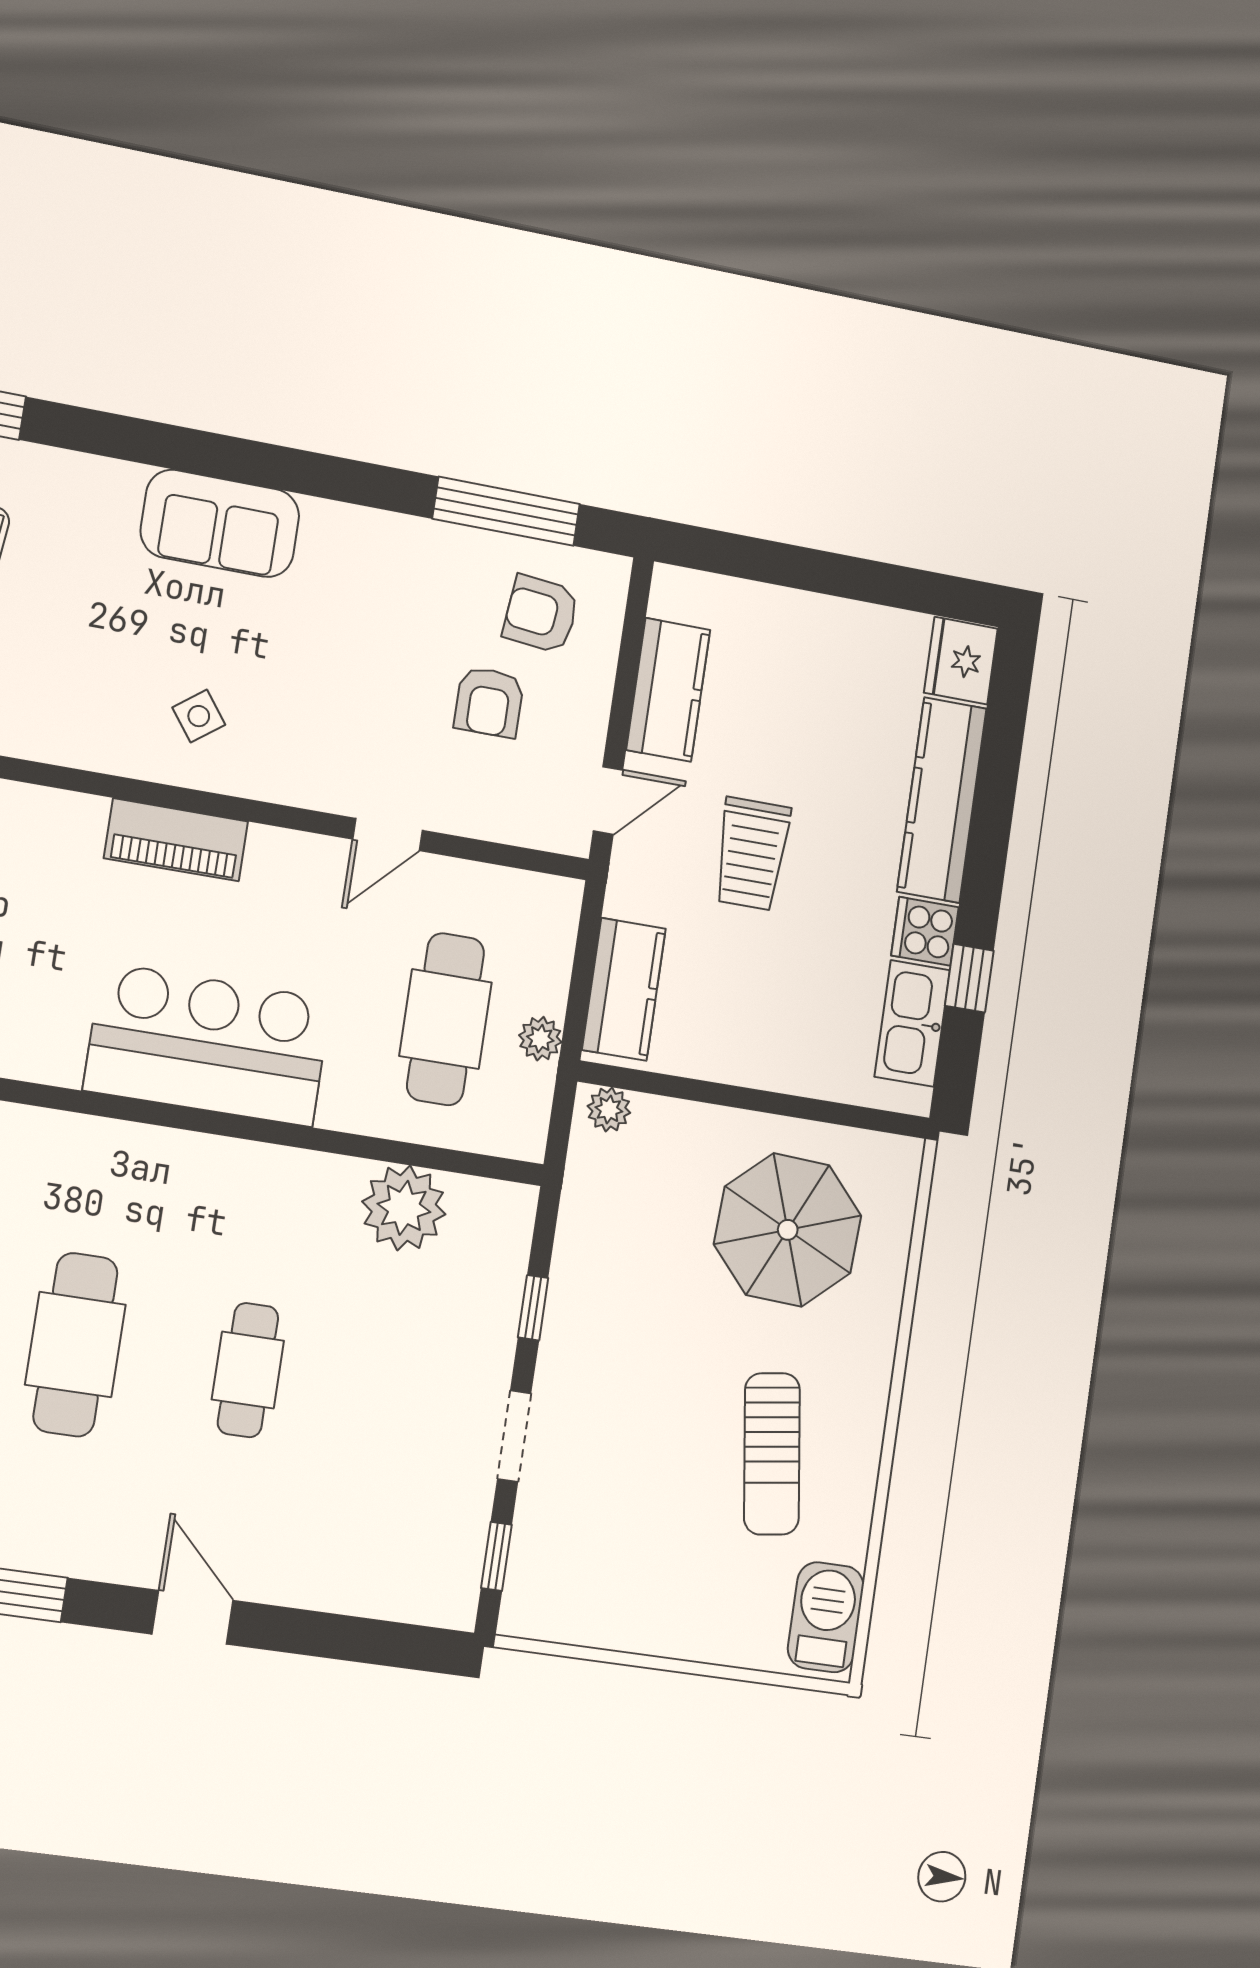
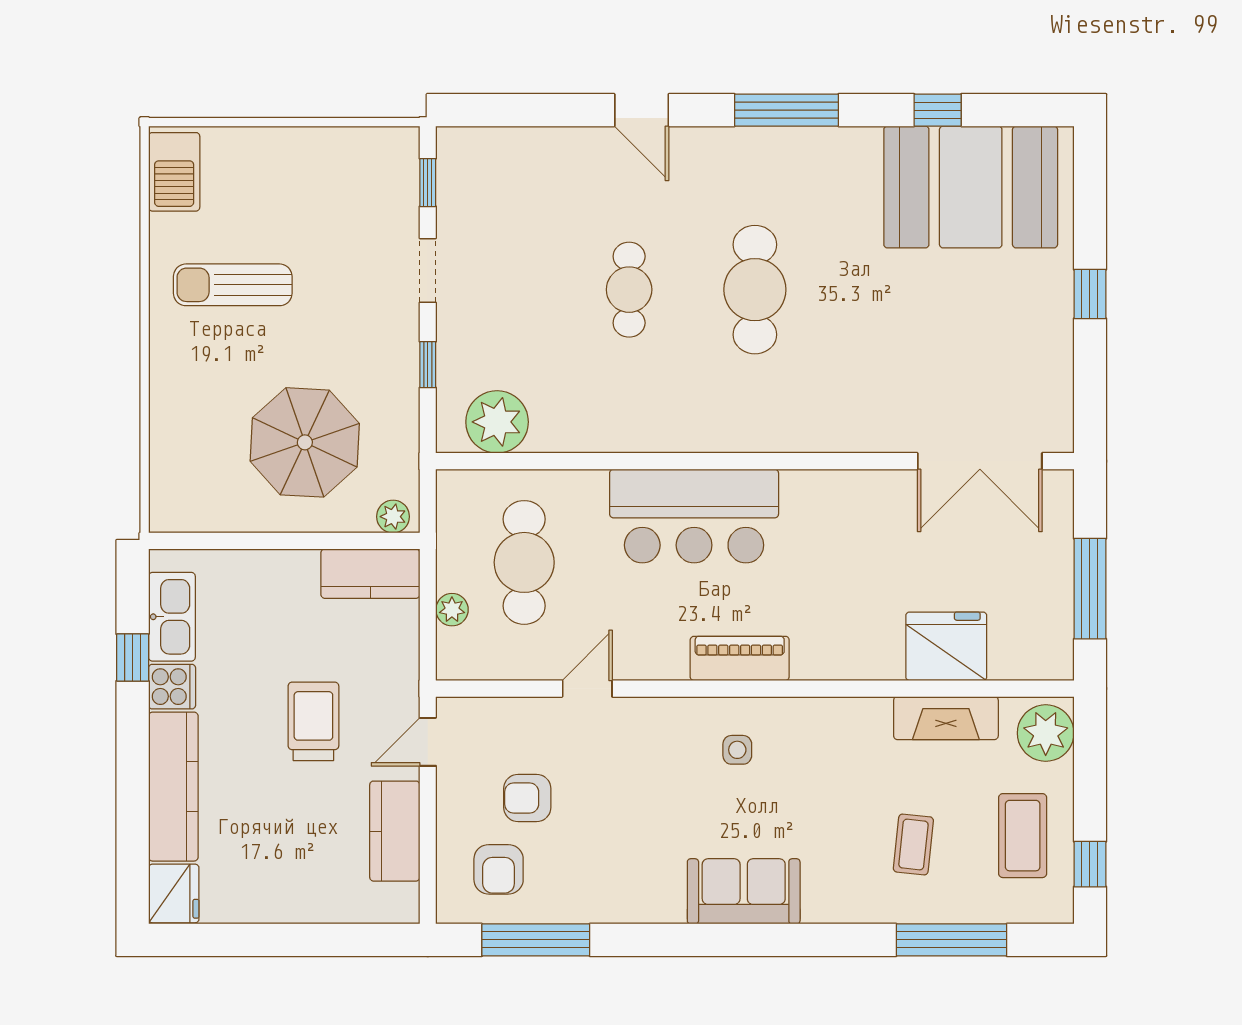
armchair: (541, 614) -> (499, 869), turned 84
armchair: (489, 702) -> (527, 798), turned -90
side table: (199, 716) -> (737, 750), turned 37
kitchen counter: (624, 989) -> (370, 574), moved, turned -90
plant: (540, 1039) -> (452, 610), moved
plant: (404, 1208) -> (497, 422), moved
parasol: (788, 1230) -> (305, 442), moved
sun lounger: (772, 1454) -> (233, 285), turned -82

